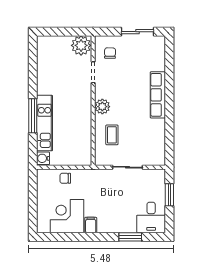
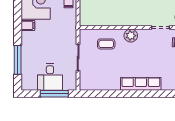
window: (169, 195) -> (54, 94), width x1.44
desk: (151, 217) -> (50, 77), moved, turned -90
window: (130, 237) -> (18, 60), width x1.44

